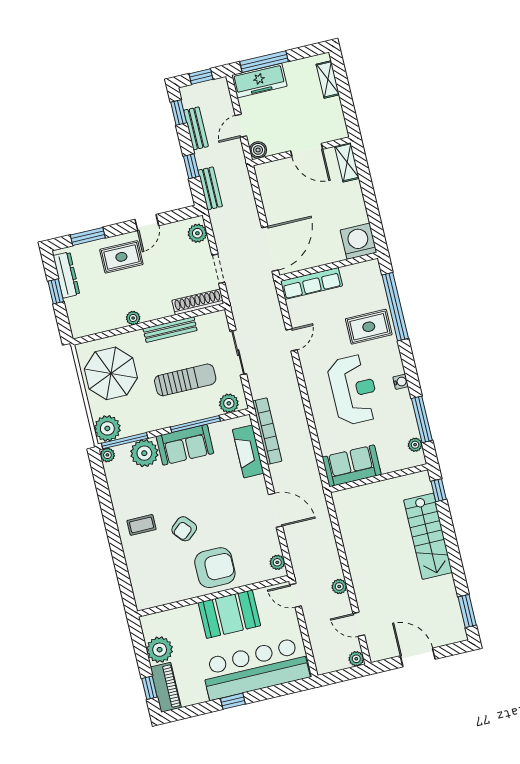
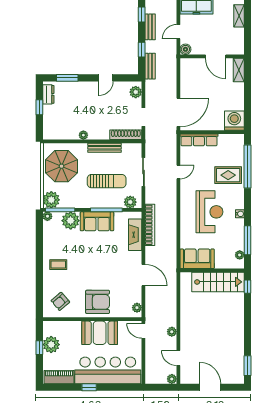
rug: (121, 257) -> (85, 96), removed
dresser: (66, 275) -> (48, 94), width x0.70
armchair: (184, 529) -> (60, 301), moved
stairs: (428, 536) -> (218, 282), moved, turned -90
piano: (166, 687) -> (59, 377), moved, turned -90
window: (149, 688) -> (39, 348), moved

